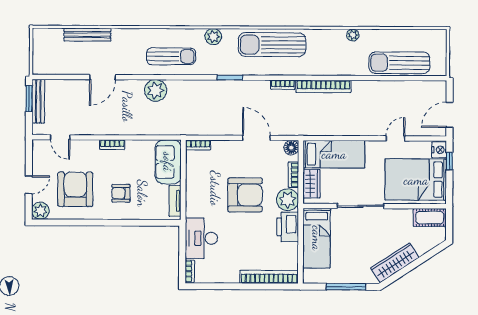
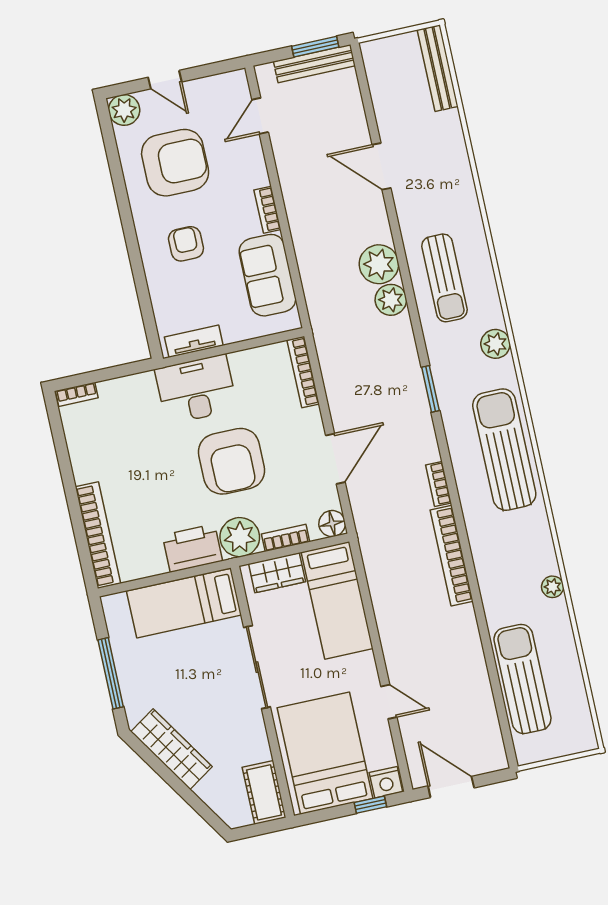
bench: (87, 35) -> (438, 68), moved
plant: (176, 88) -> (391, 300), added
bookcase: (198, 145) -> (303, 372), width x1.56
sofa: (168, 162) -> (267, 275), moved, turned -90
desk: (201, 238) -> (196, 389), moved

